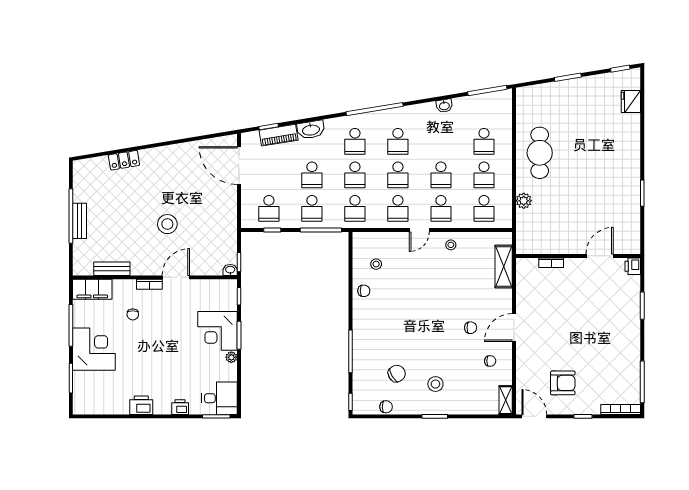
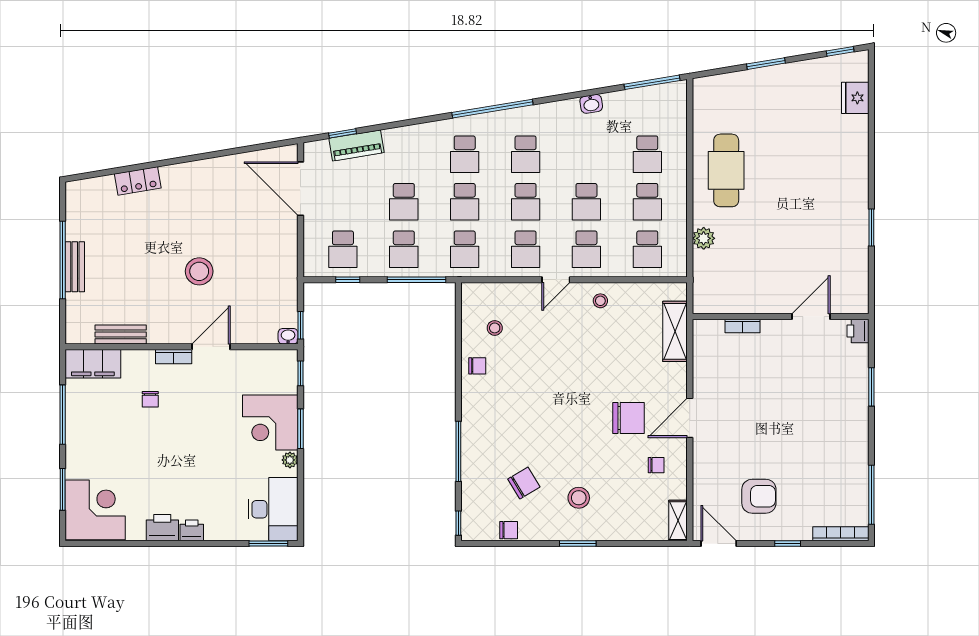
washbasin: (311, 130) -> (402, 138), removed
chair: (471, 328) -> (628, 418), width x1.87, depth x1.87
corner desk: (94, 349) -> (95, 510), moved
desk: (219, 398) -> (273, 509), width x1.37
printer: (180, 407) -> (192, 530), moved

